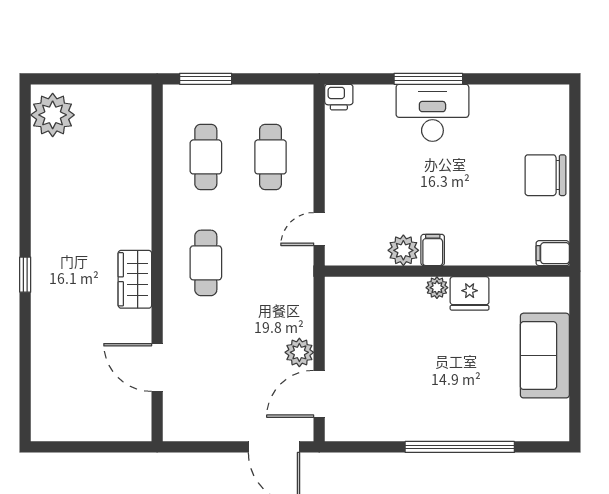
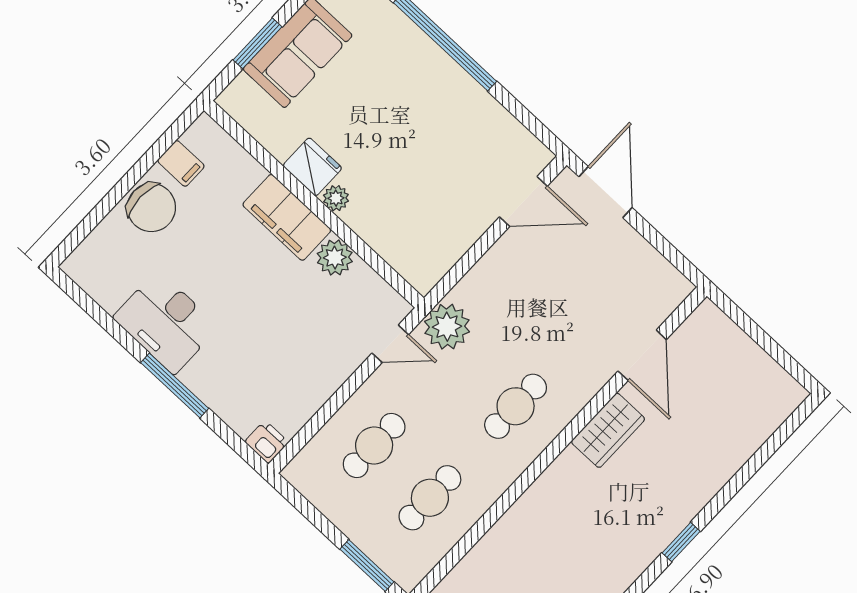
desk: (432, 113) -> (166, 322), moved
filing cabinet: (433, 250) -> (287, 217), width x3.00, depth x1.17
filing cabinet: (553, 253) -> (181, 163), moved
wardrobe: (135, 279) -> (608, 430), moved
window: (575, 338) -> (257, 43), added
plant: (299, 352) -> (447, 327), moved, width x1.36, depth x1.36

